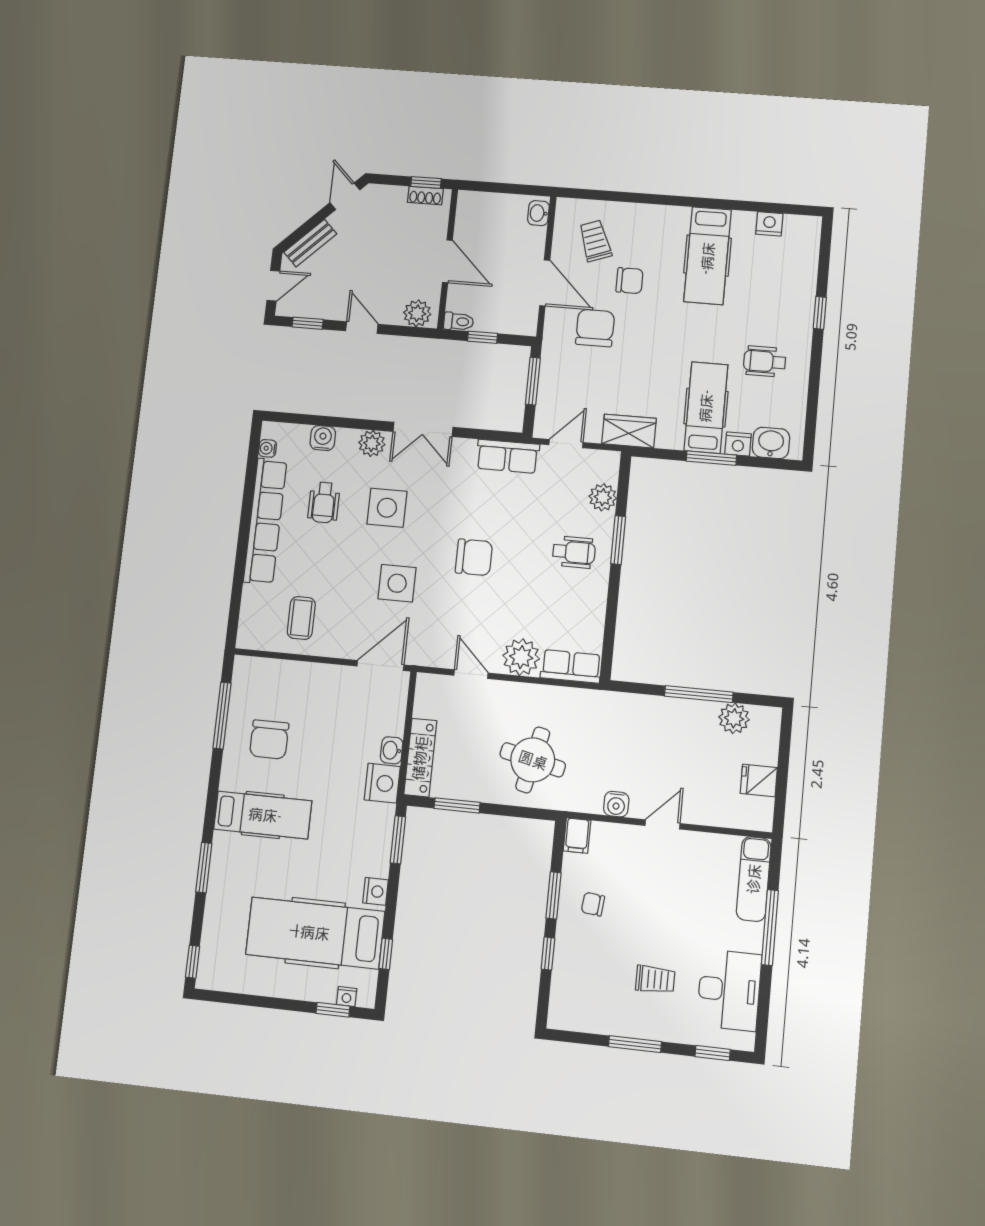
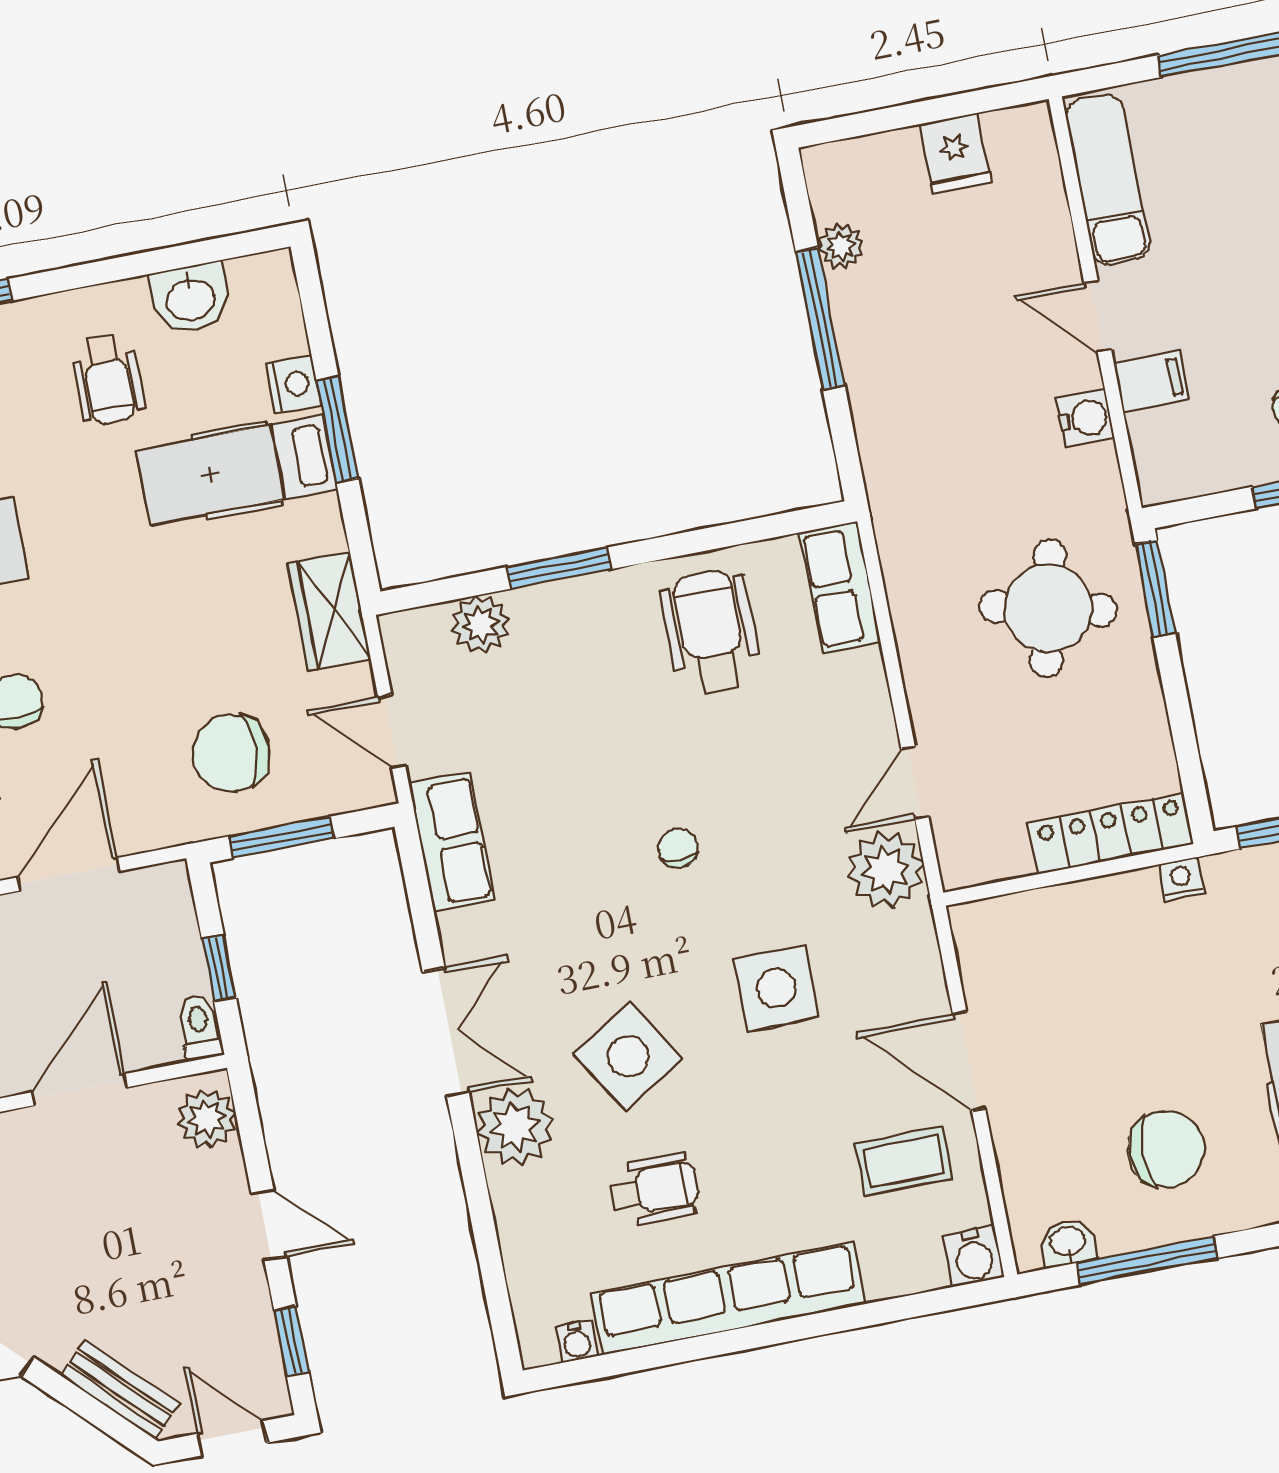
door: (362, 328) -> (269, 1225), swing flipped
chair: (595, 328) -> (231, 753), moved
water cooler: (323, 438) -> (974, 1256), moved, turned -90
plant: (372, 443) -> (515, 1127), width x1.36, depth x1.36
washbasin: (771, 443) -> (190, 298), moved, turned -90
side table: (387, 508) -> (628, 1056), turned -32
wheelchair: (574, 552) -> (711, 632), moved, width x1.36, depth x1.37
chair: (474, 557) -> (678, 848), width x0.54, depth x0.54
plant: (521, 657) -> (886, 870), moved
door: (380, 665) -> (969, 1061), moved
plant: (734, 718) -> (841, 246), width x0.73, depth x0.73
washbasin: (392, 750) -> (1068, 1242), moved, turned 180
nightstand: (382, 783) -> (1181, 879), width x0.53, depth x0.56
window: (457, 805) -> (1155, 588), moved
filing cabinet: (577, 836) -> (1151, 381), moved
exam couch: (754, 879) -> (1108, 180), moved, turned -90

